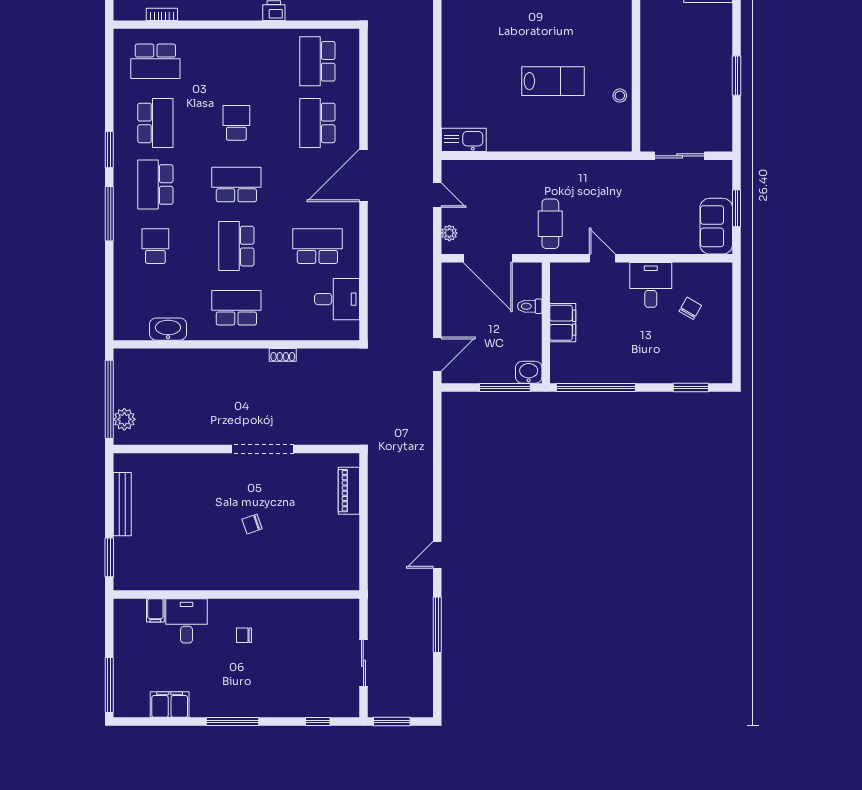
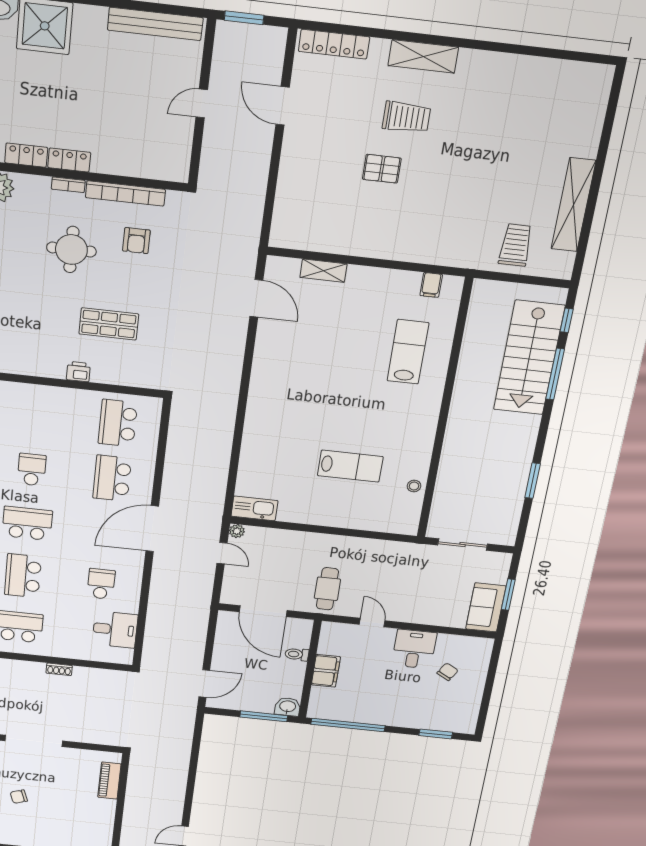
plant: (449, 233) -> (237, 531), moved
school desk: (317, 246) -> (101, 584), width x0.54

